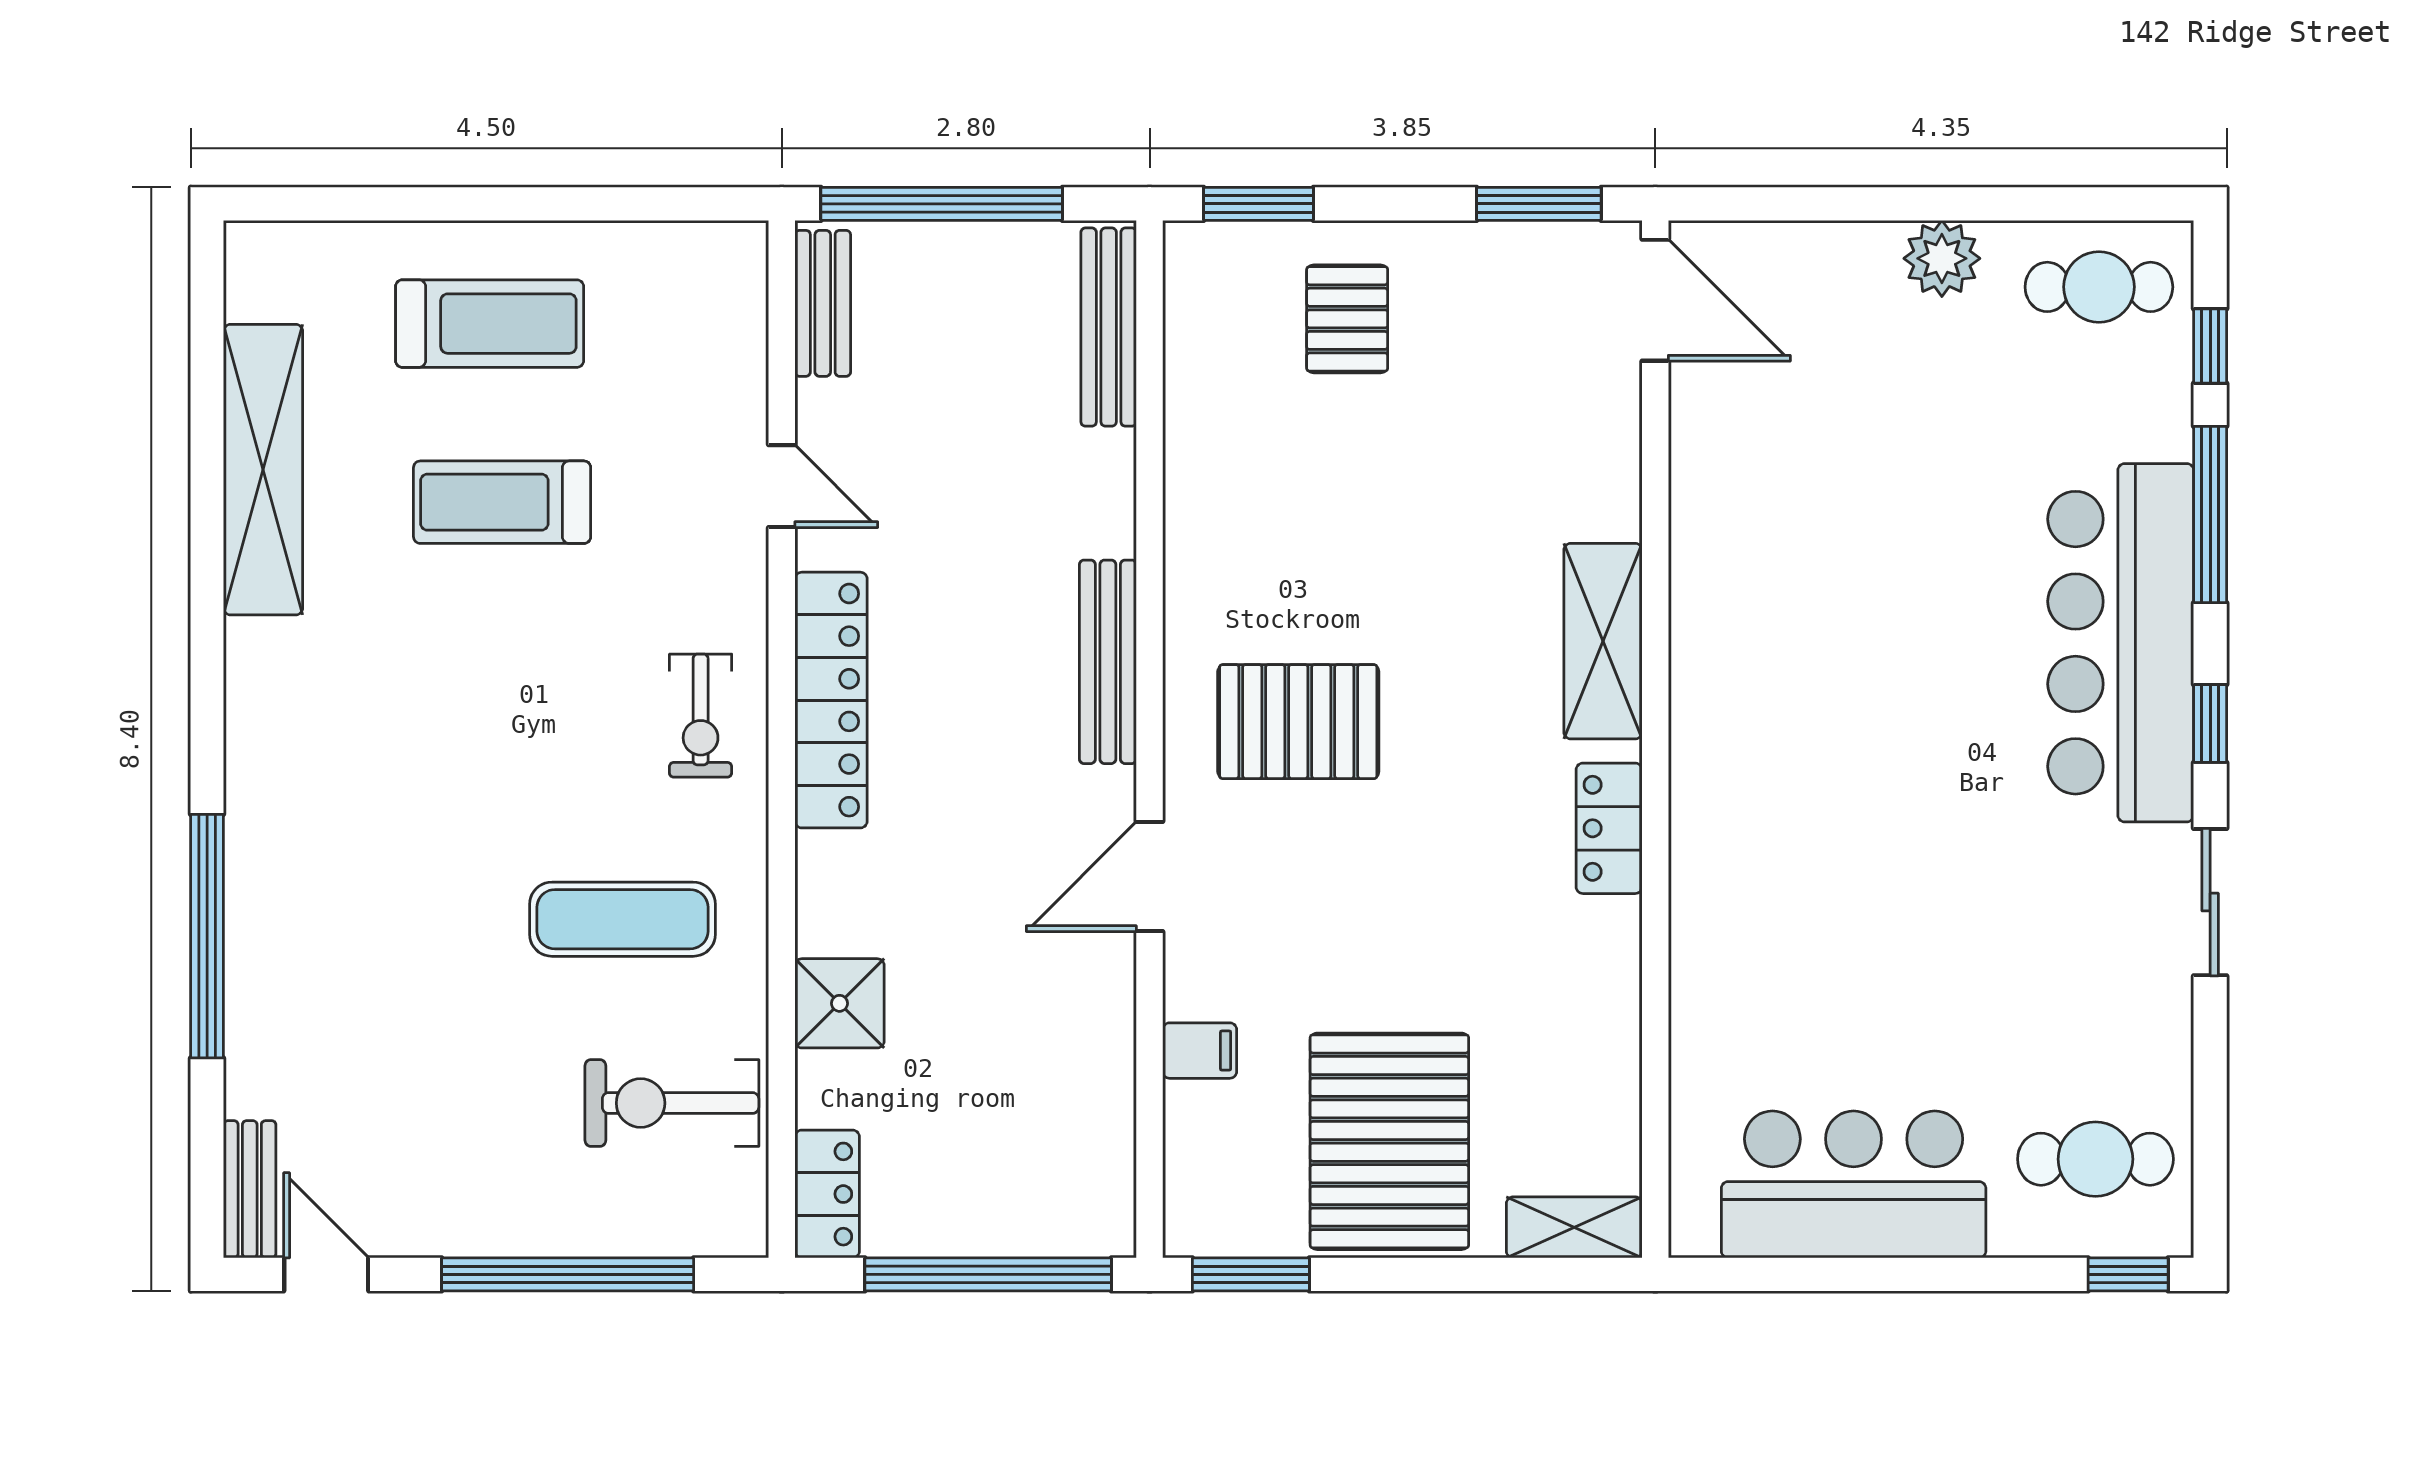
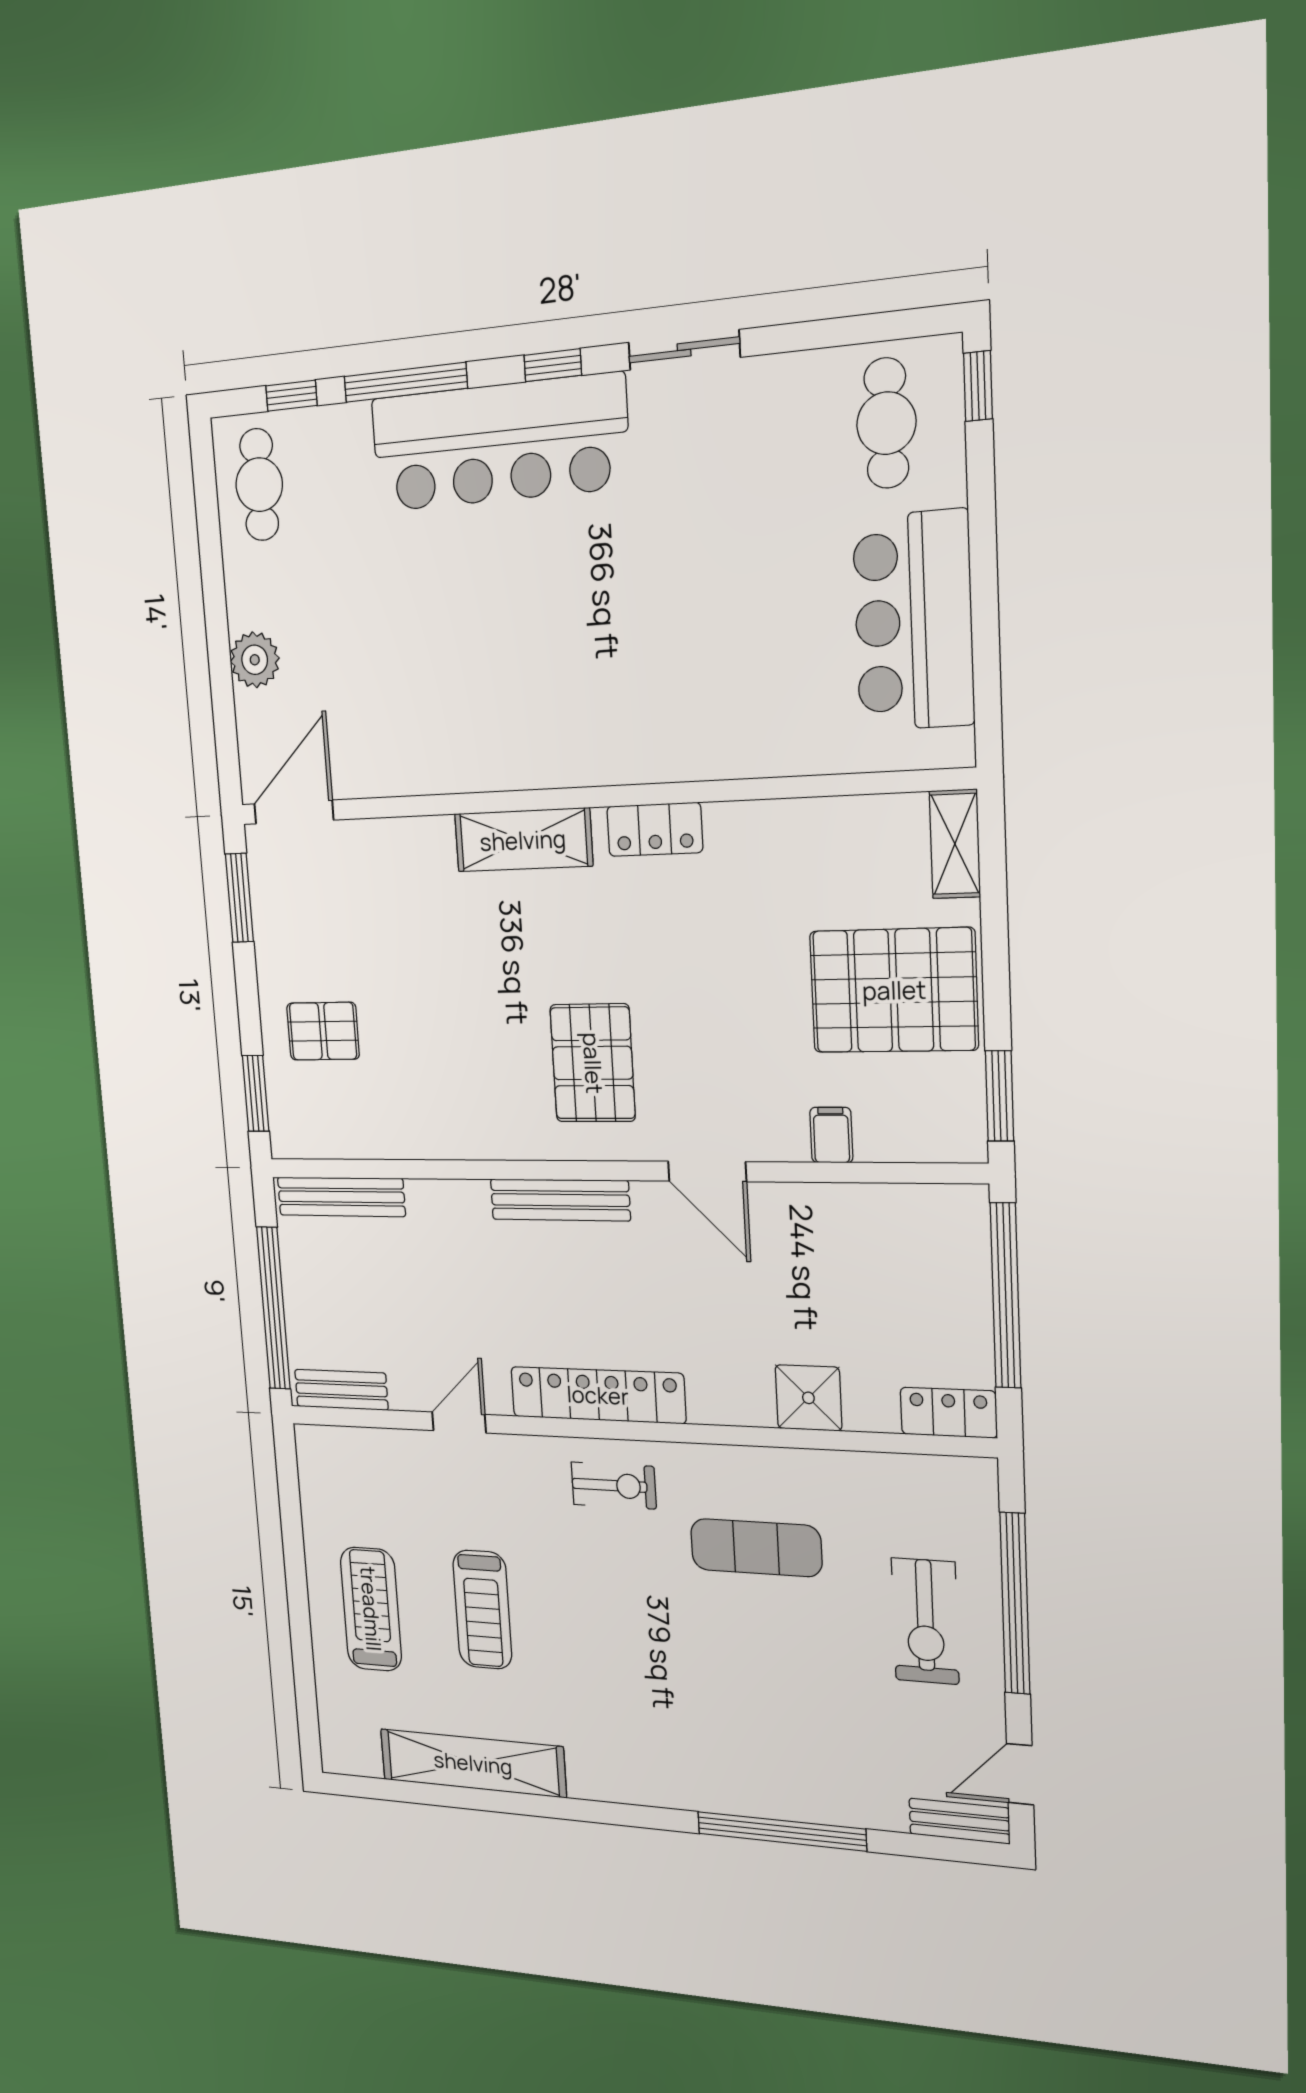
plant: (1942, 258) -> (255, 660), moved
exercise mat: (622, 919) -> (756, 1548), turned 90
exercise bike: (672, 1103) -> (925, 1621), moved

